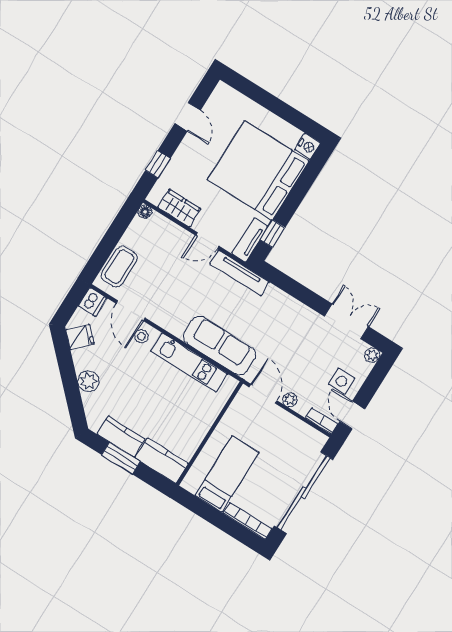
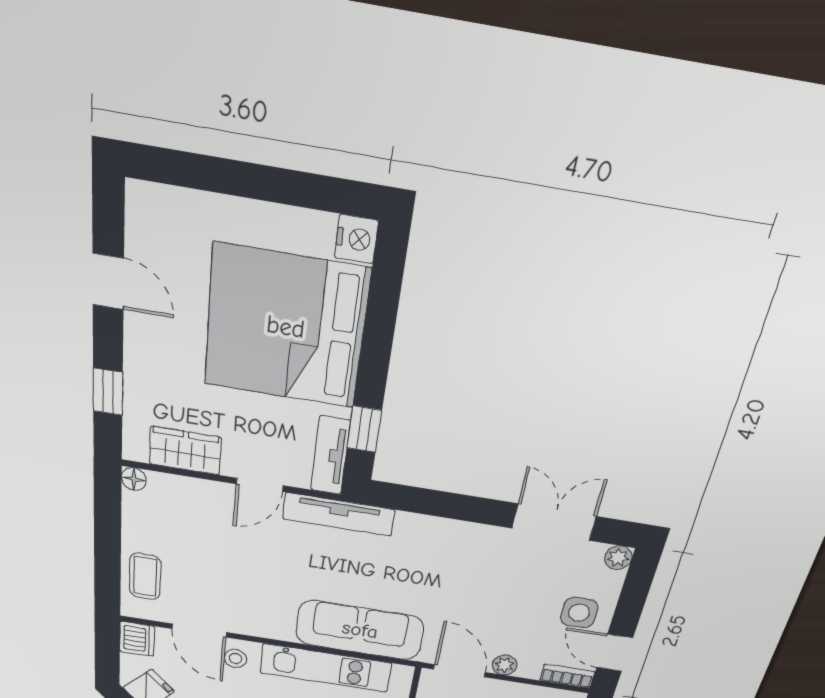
coffee table: (119, 267) -> (145, 576), width x0.73, depth x0.77

